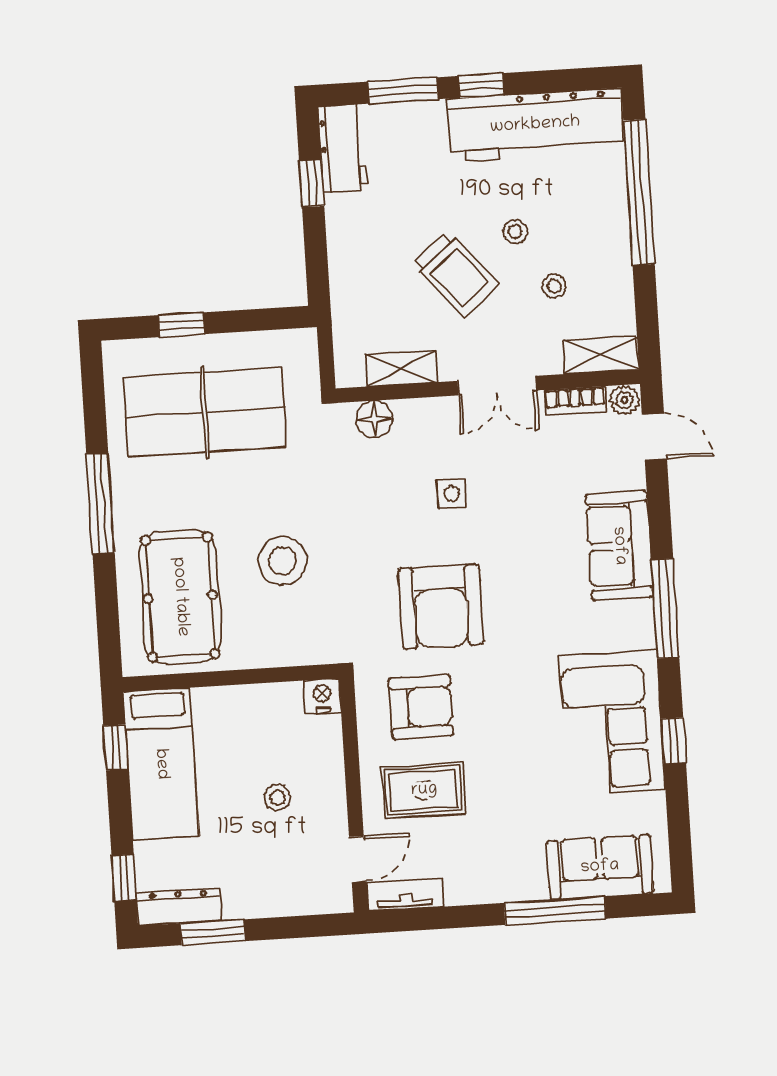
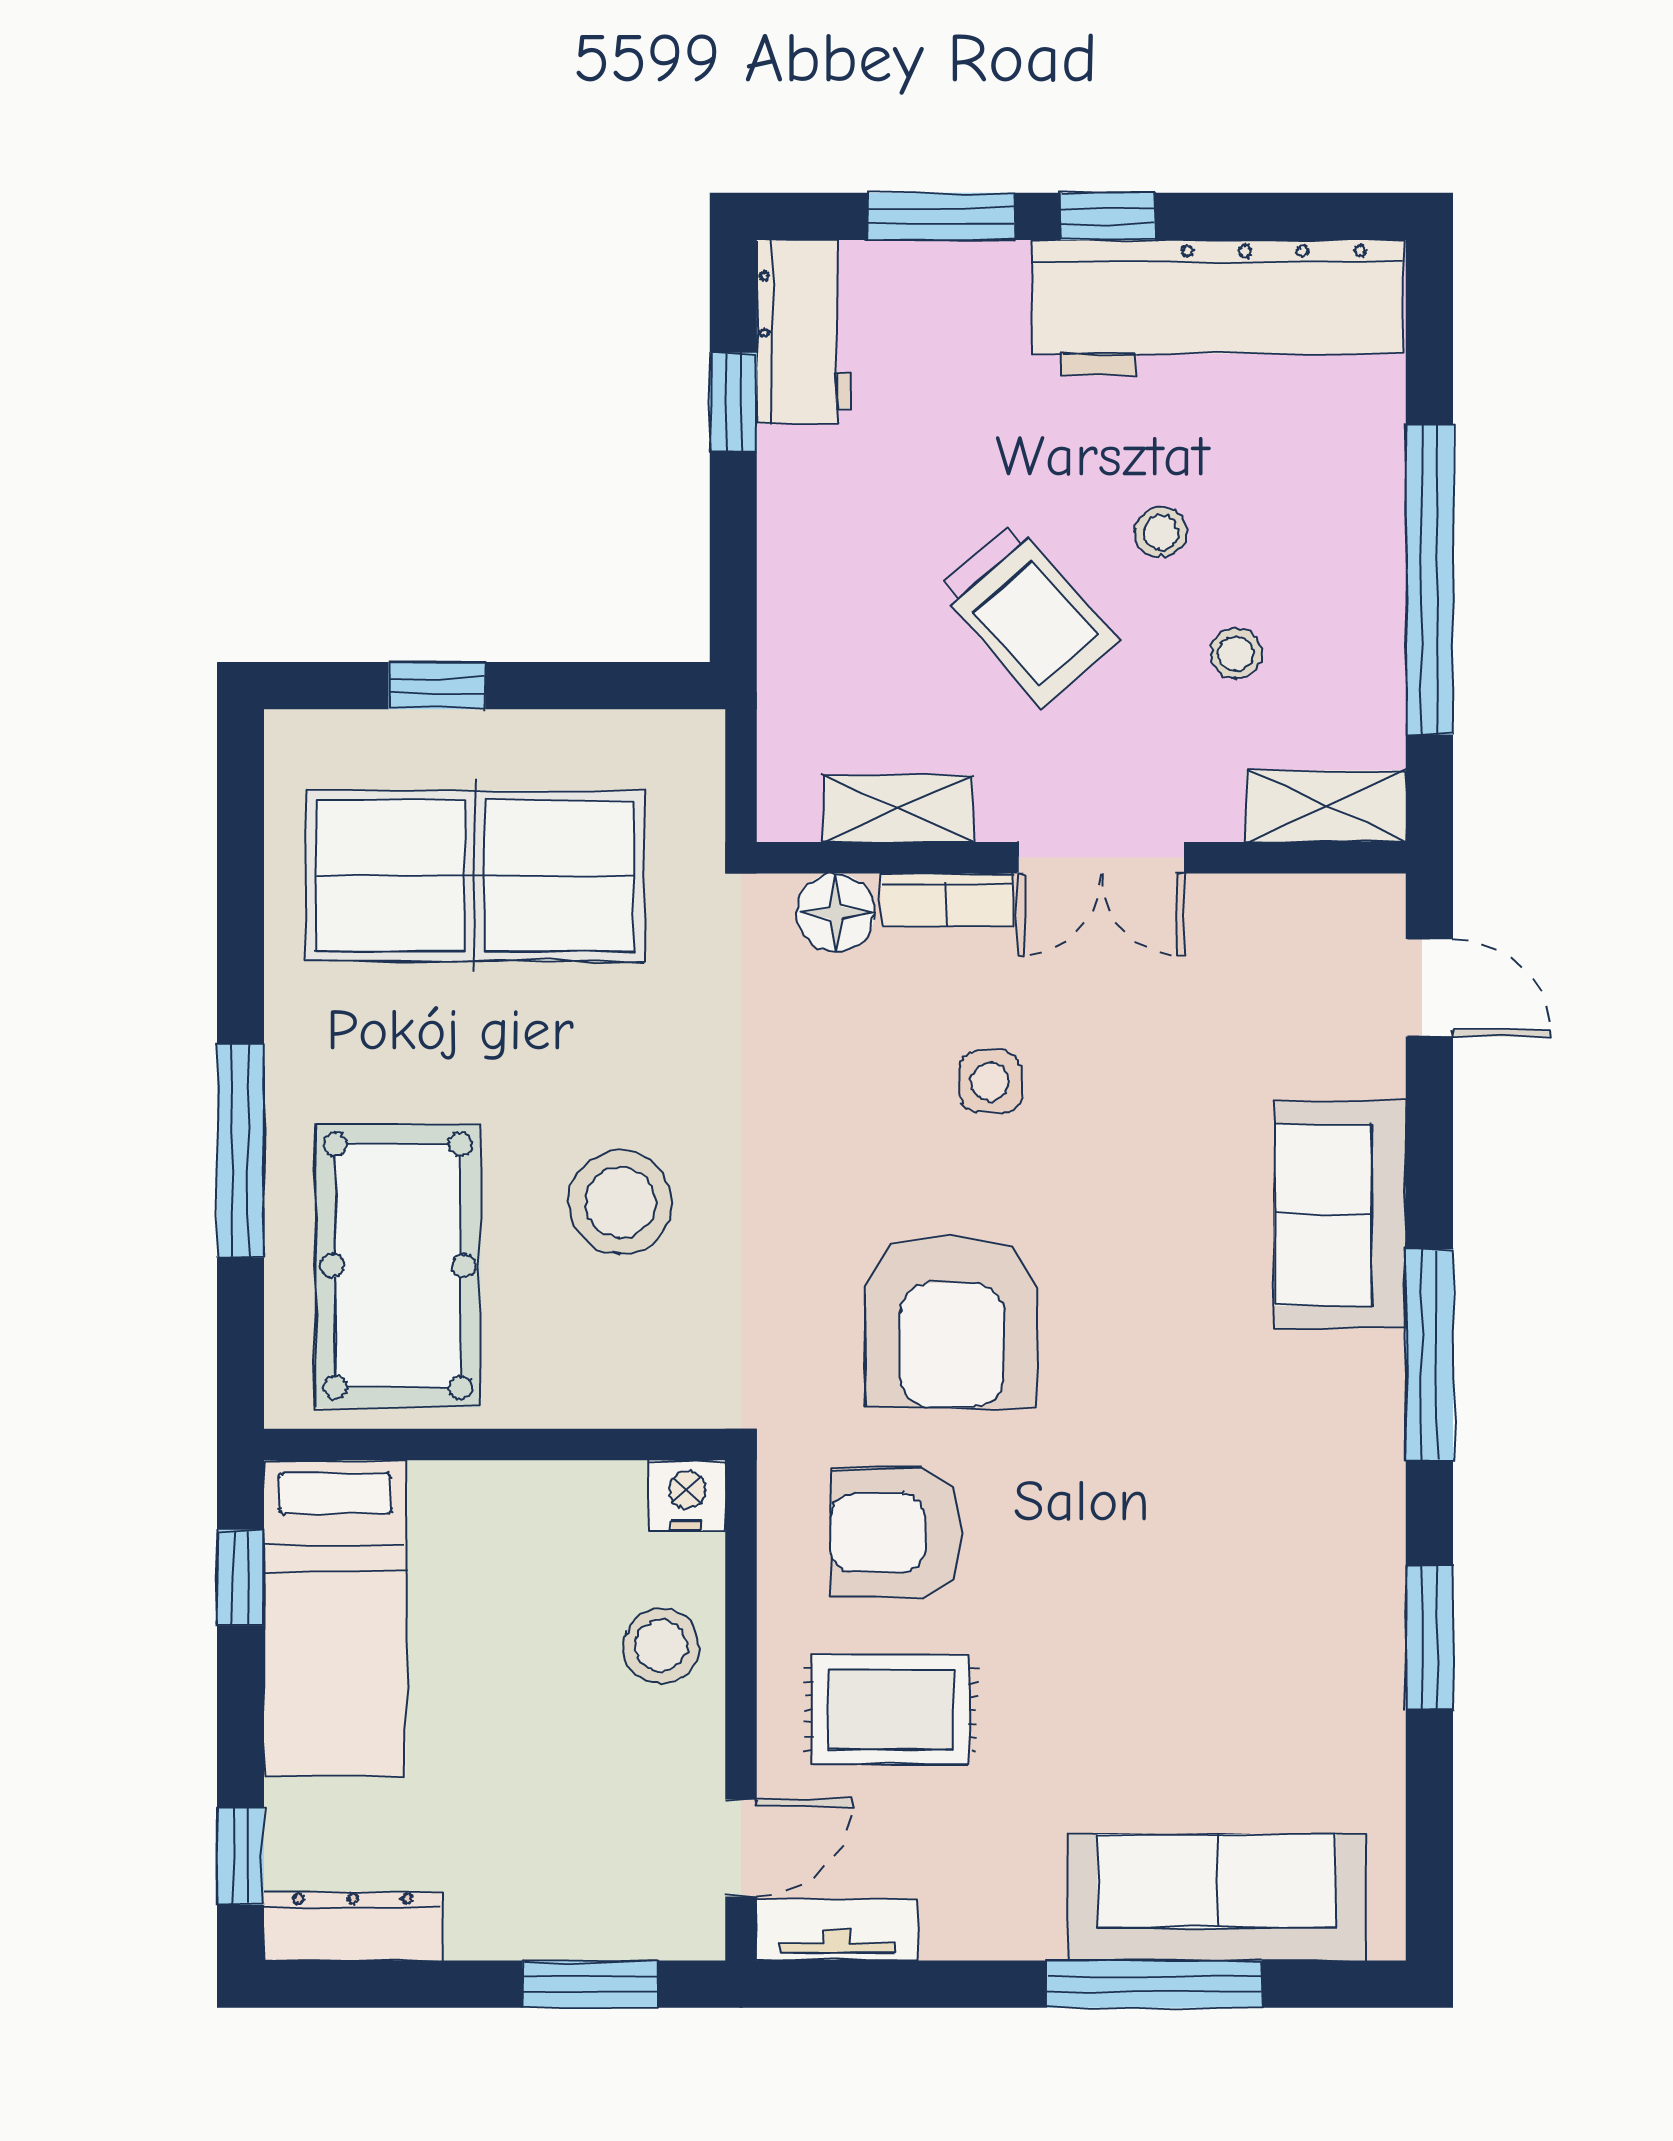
window: (639, 192) -> (1429, 580), moved
bookcase: (575, 400) -> (947, 900), moved
plant: (624, 400) -> (1371, 906), removed
window: (100, 503) -> (240, 1151), moved
armchair: (421, 707) -> (896, 1533), turned 180
corner sofa: (612, 722) -> (1300, 1590), removed
window: (673, 741) -> (1429, 1638), width x1.50
stool: (278, 798) -> (661, 1646), moved, width x1.37, depth x1.37
sofa: (600, 867) -> (1217, 1897), width x1.36
window: (213, 932) -> (590, 1984), moved

